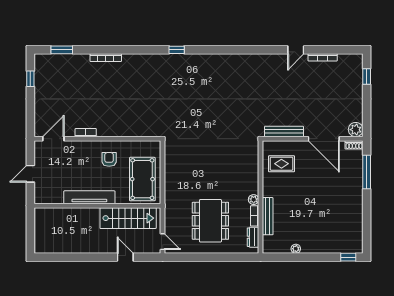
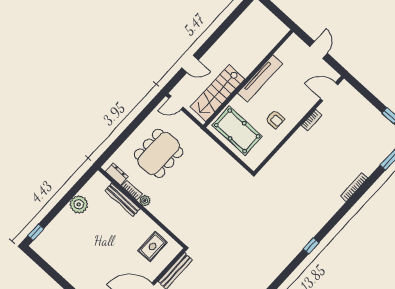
door: (53, 139) -> (329, 92), swing flipped
dining table: (210, 221) -> (159, 153), turned 90
plant: (296, 249) -> (79, 204), width x1.88, depth x1.88

